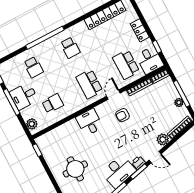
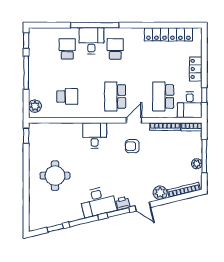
school desk: (70, 48) -> (115, 49), turned 180
school desk: (33, 67) -> (67, 49), turned 180
desk: (24, 96) -> (91, 41), moved, turned 90

